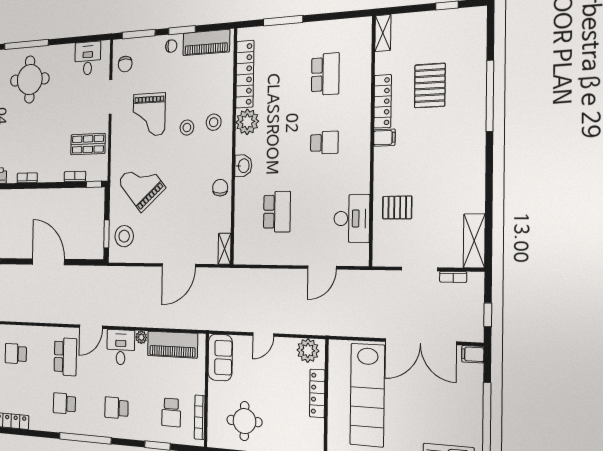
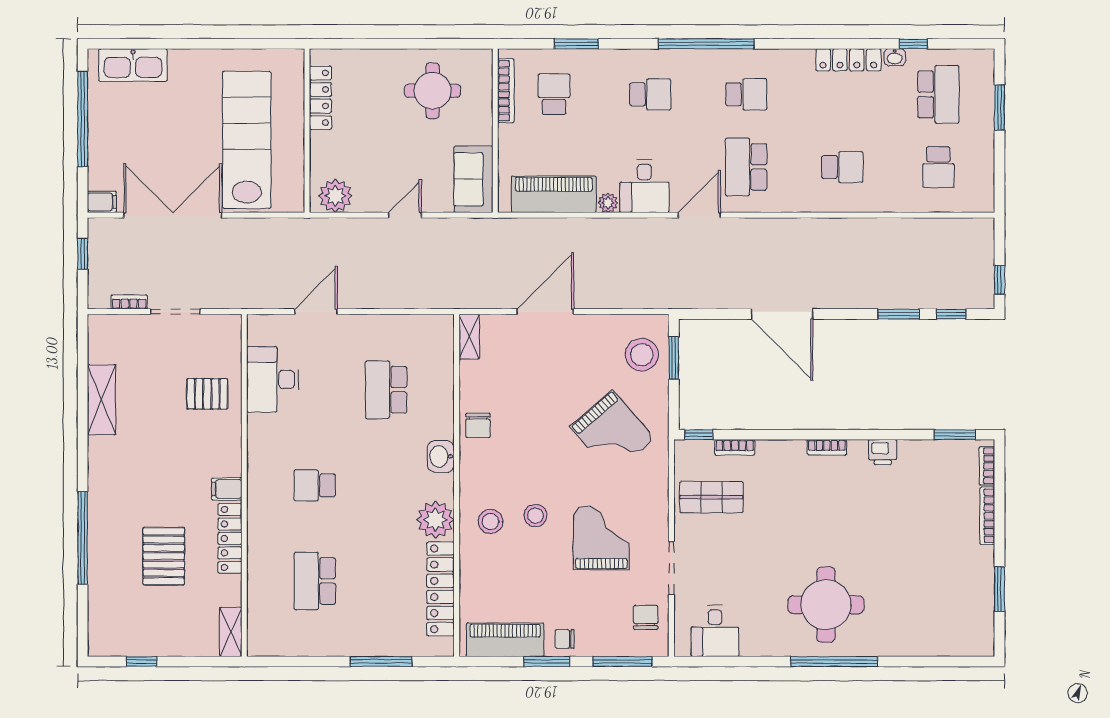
shelving: (474, 241) -> (102, 400), moved
locker: (317, 393) -> (320, 98), moved

